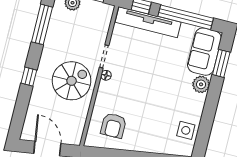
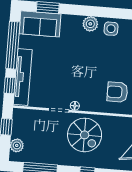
spiral stairs: (72, 81) -> (85, 135), turned 180
plant: (201, 84) -> (90, 24), moved
armchair: (113, 126) -> (117, 92), turned 180

